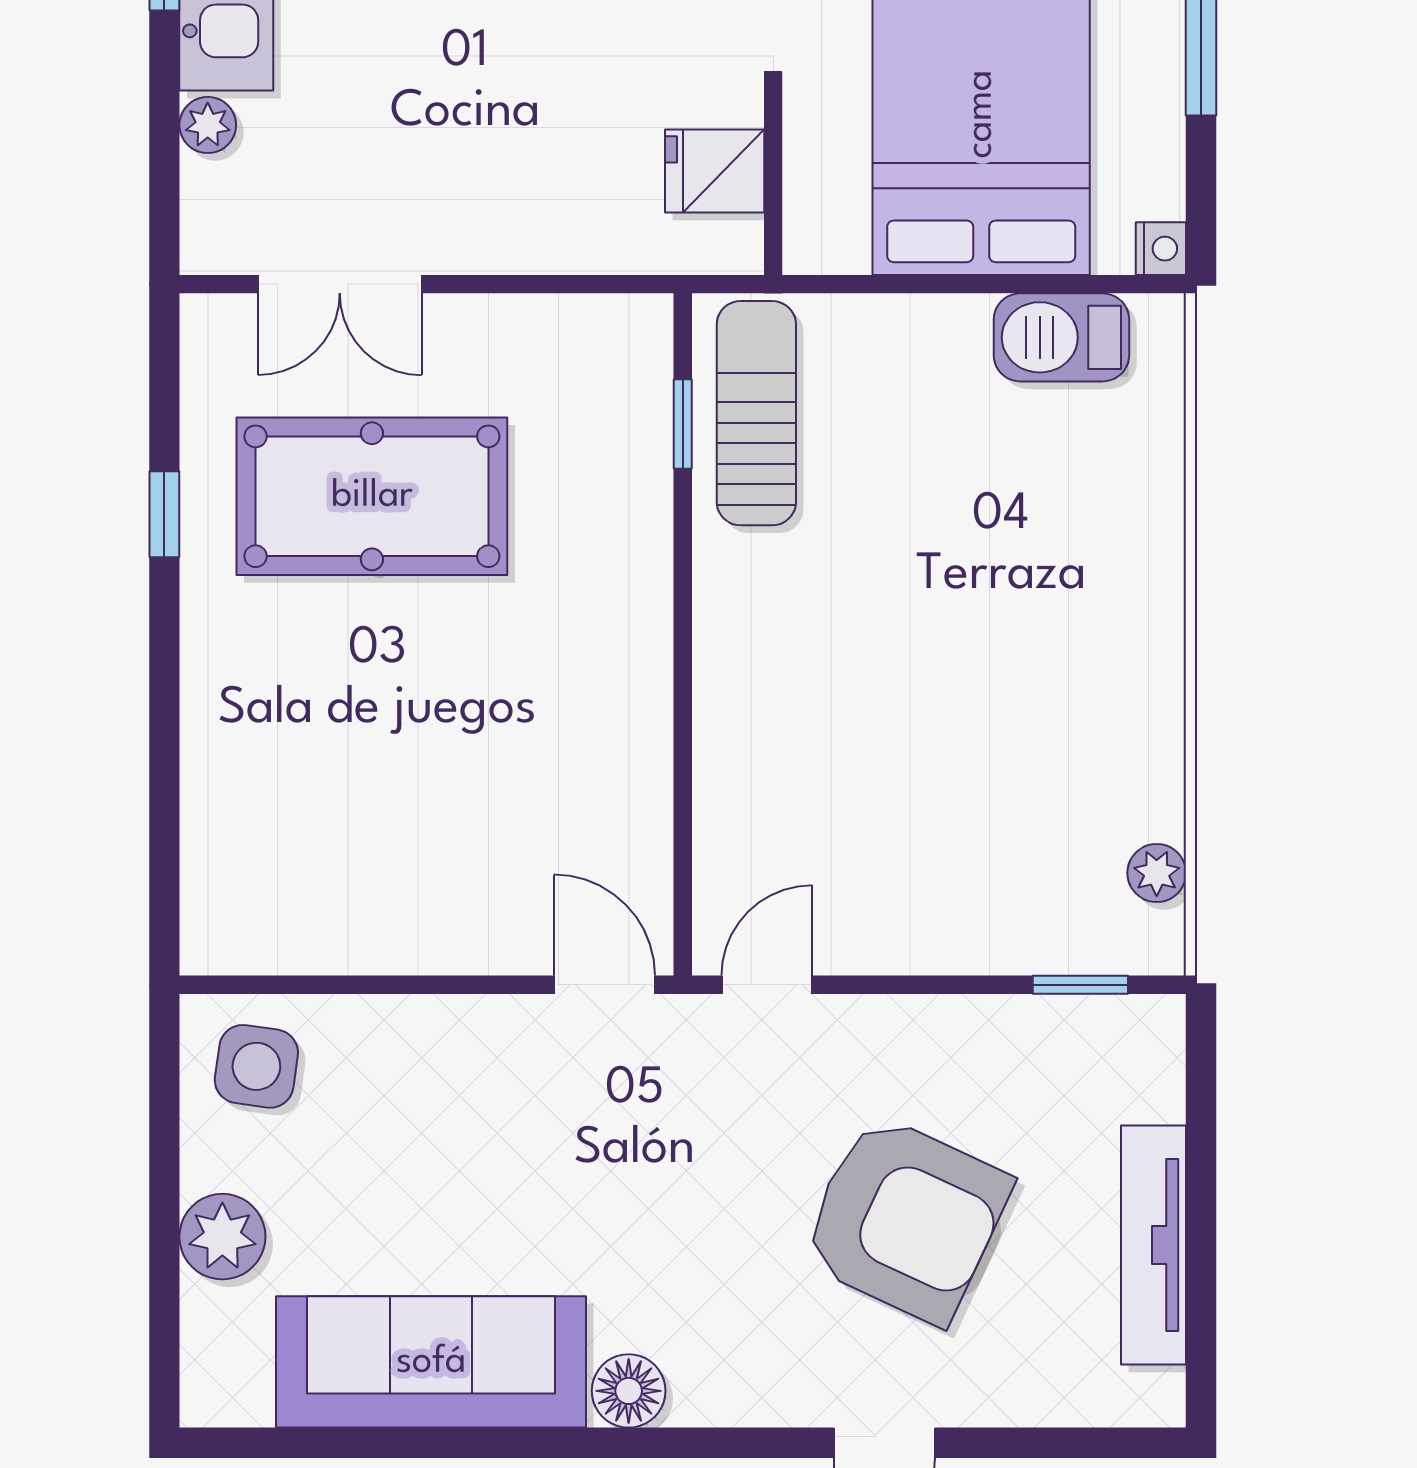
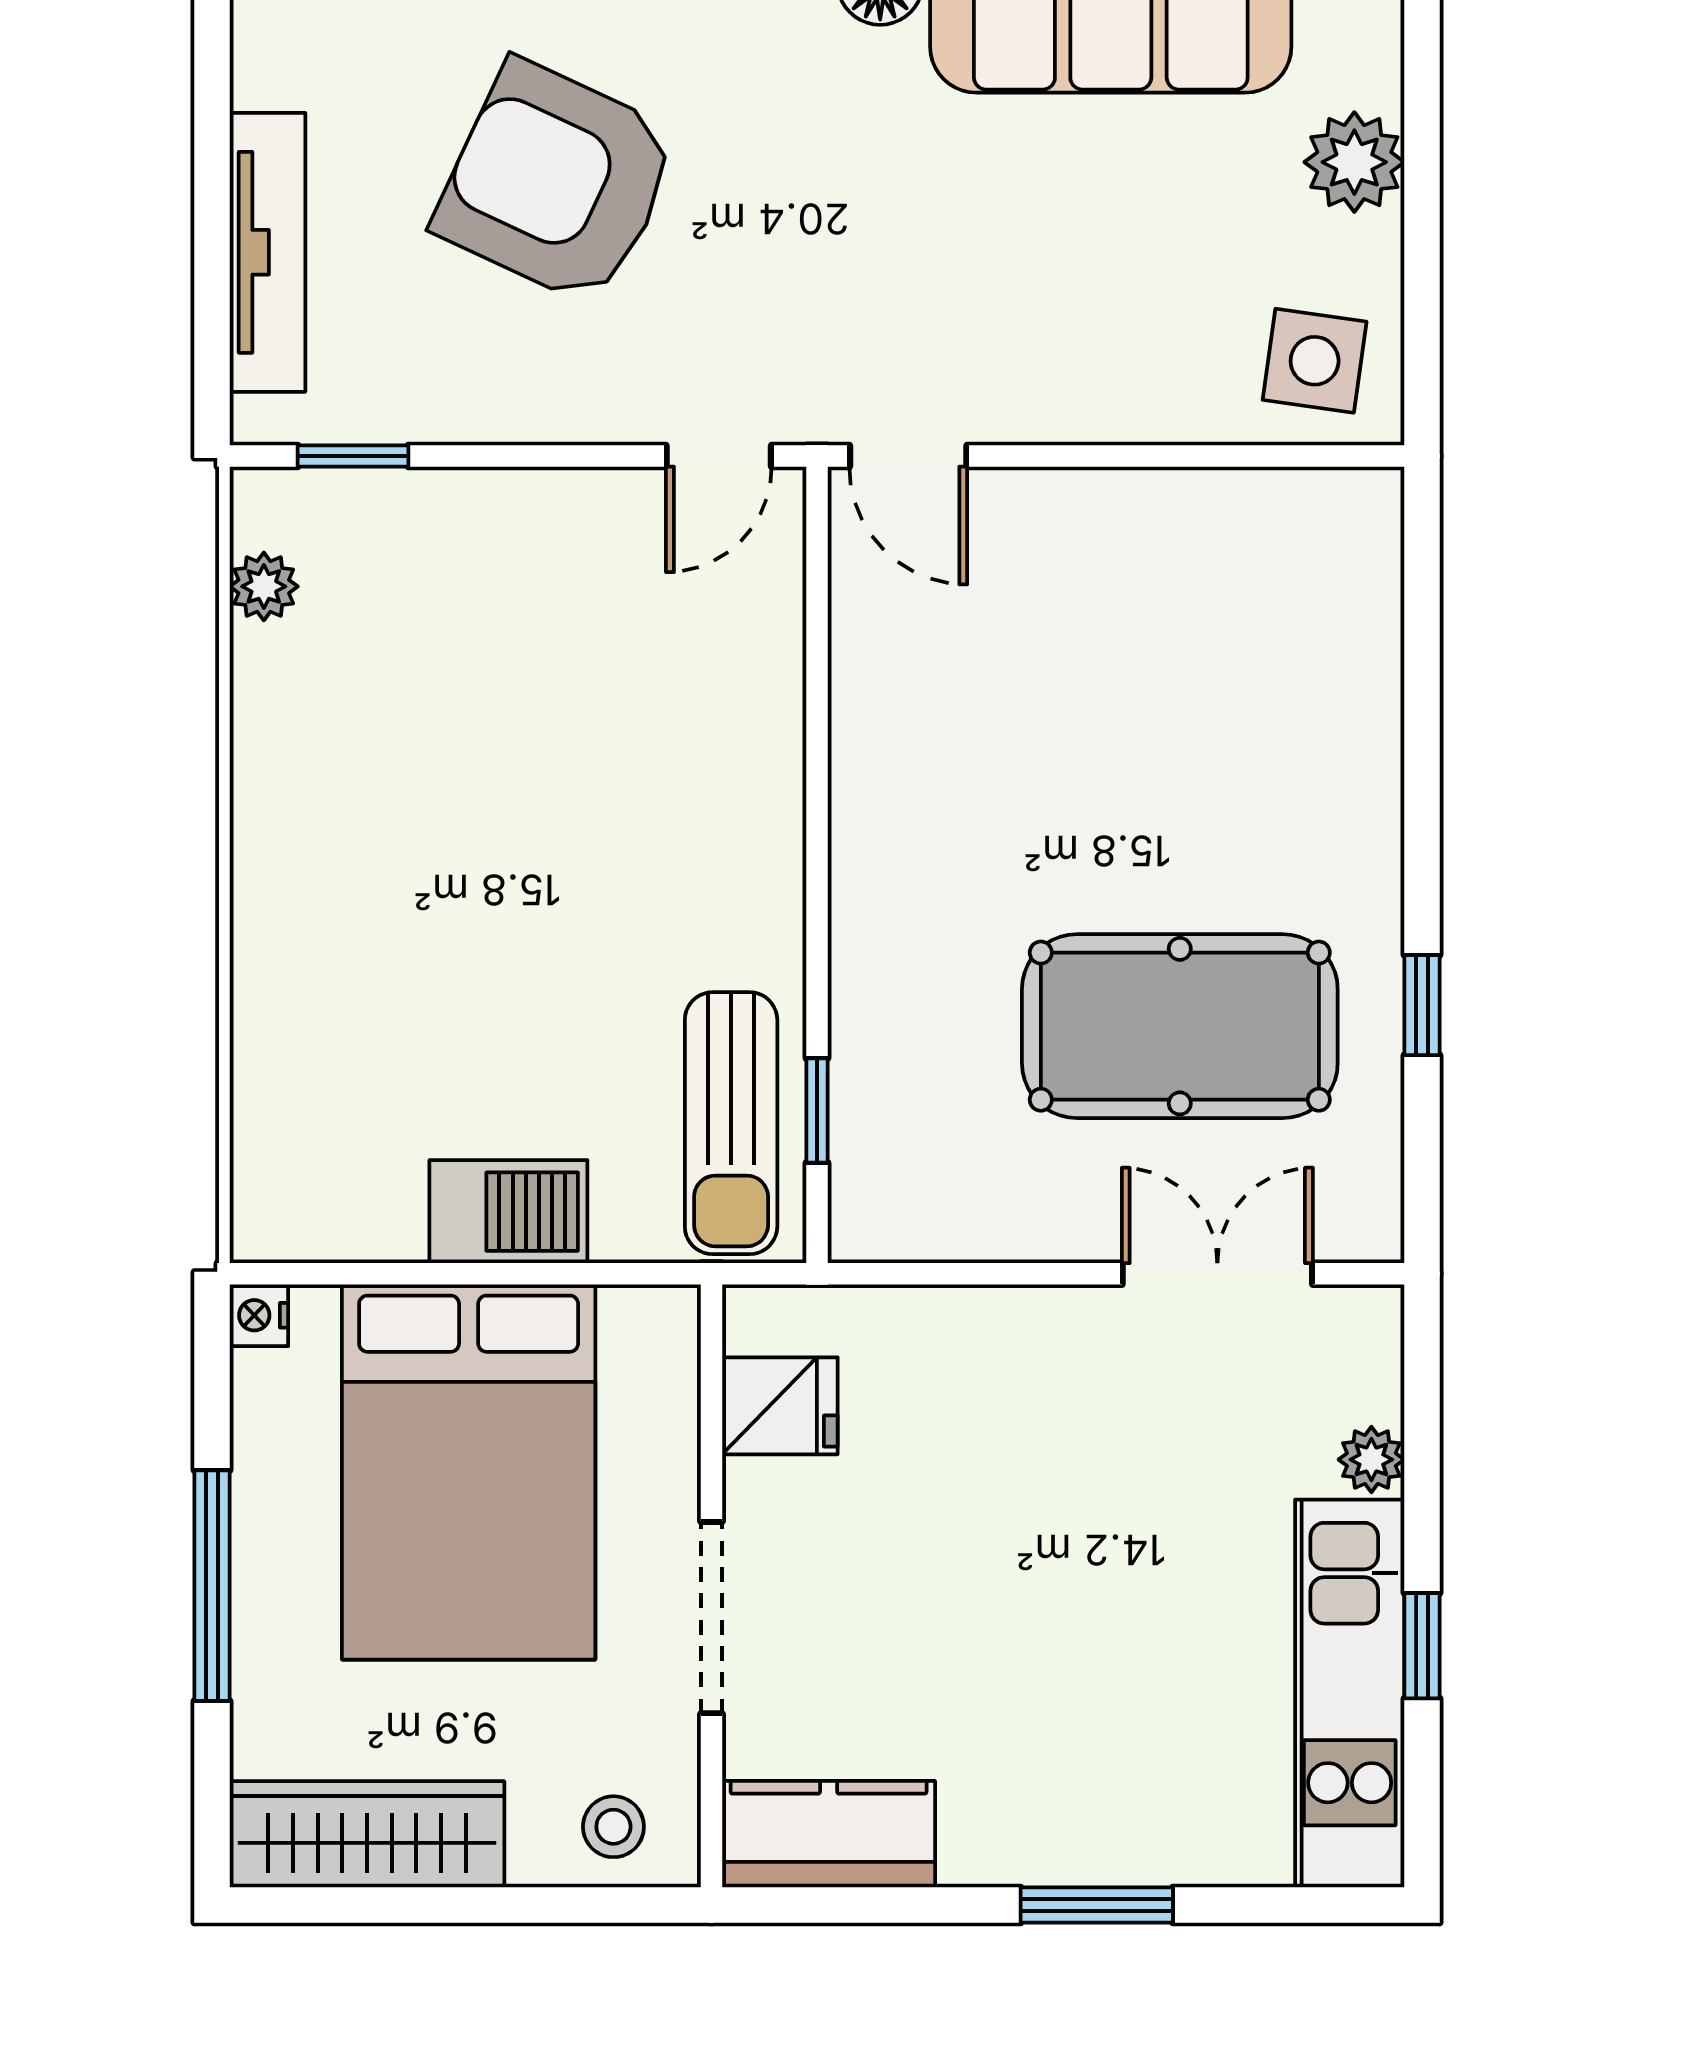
barbecue: (1061, 337) -> (508, 1212), moved
tv unit: (1154, 1245) -> (267, 252), moved

